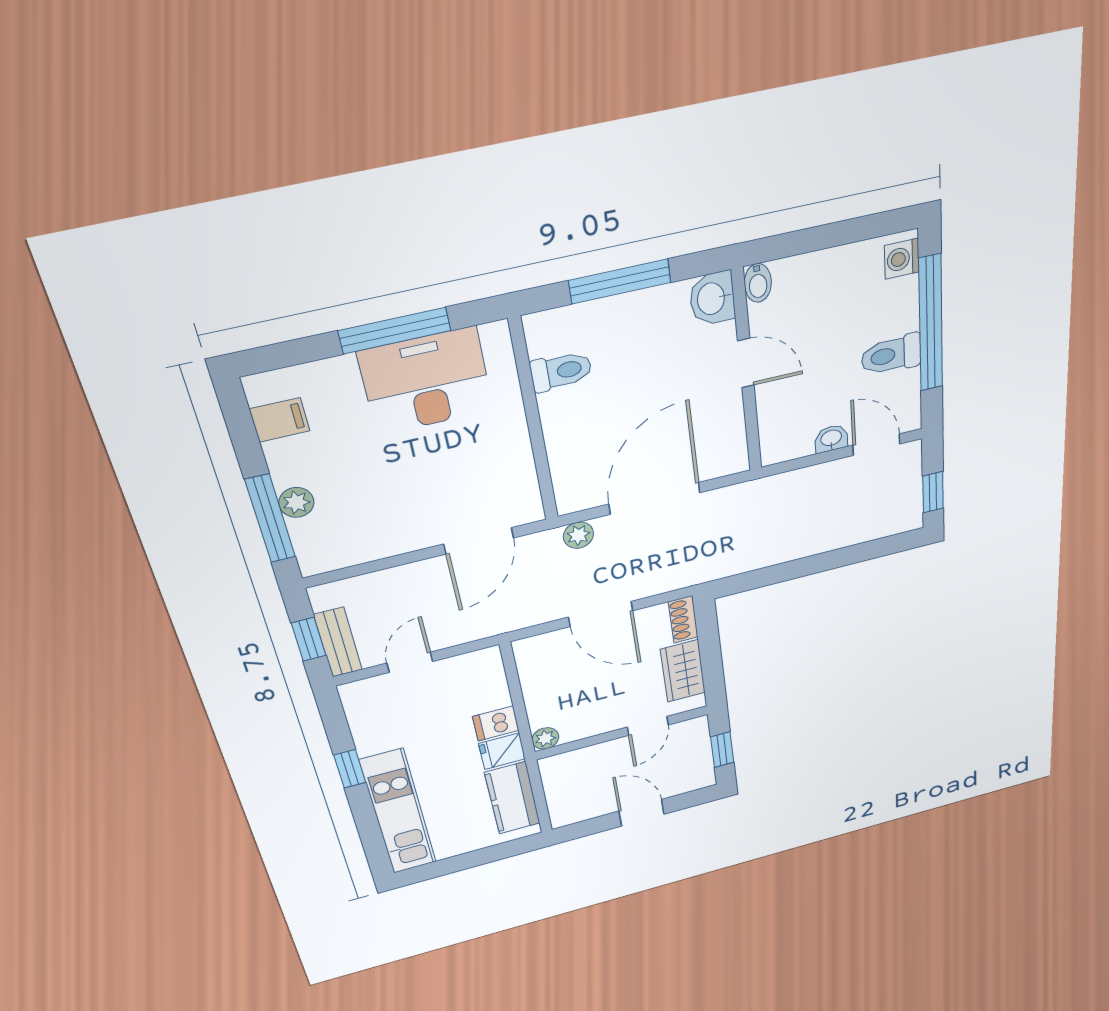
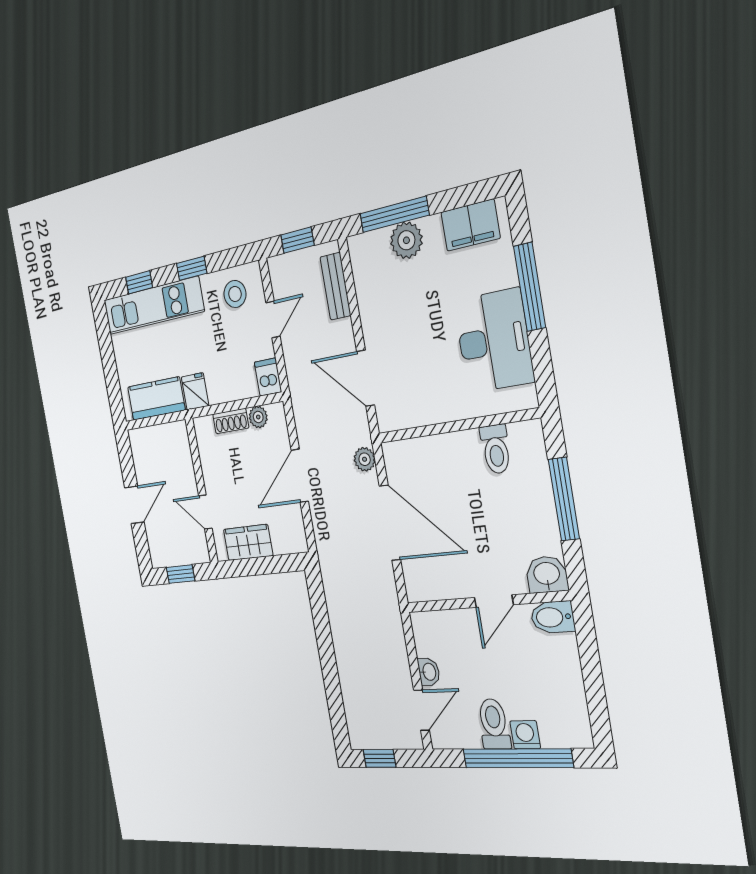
washing machine: (902, 259) -> (525, 735), moved
bidet: (758, 283) -> (552, 617), width x1.38, depth x1.36
window: (395, 331) -> (530, 287), moved
filing cabinet: (280, 420) -> (470, 225), width x2.00
plant: (296, 502) -> (406, 240), width x1.38, depth x1.38
shoe rack: (683, 619) -> (231, 421), moved, turned 180
bench: (338, 642) -> (335, 286), moved, turned 90
door: (410, 662) -> (273, 320), hinge flipped
stool: (380, 712) -> (235, 294), added
dishwasher: (496, 723) -> (268, 377), moved
plant: (545, 738) -> (258, 417), moved
window: (370, 832) -> (139, 282), added

